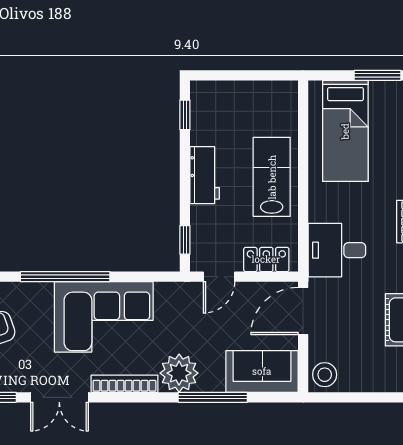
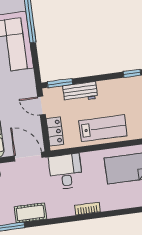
workbench: (205, 175) -> (80, 92), moved
window: (185, 240) -> (60, 83), width x1.50

